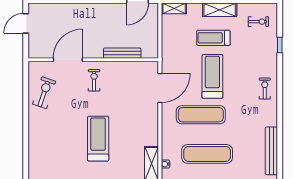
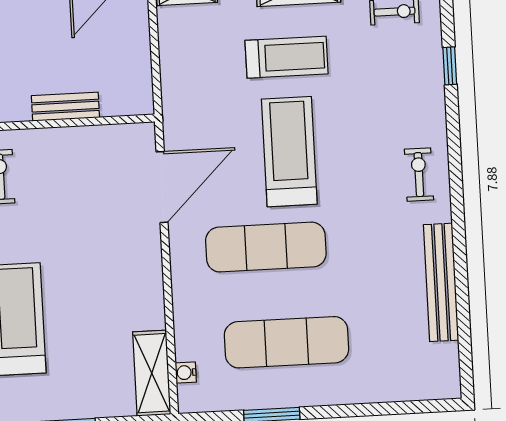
treadmill: (213, 38) -> (287, 57), turned 180
bench: (122, 53) -> (65, 107), width x0.73
bench: (271, 151) -> (441, 282), moved

